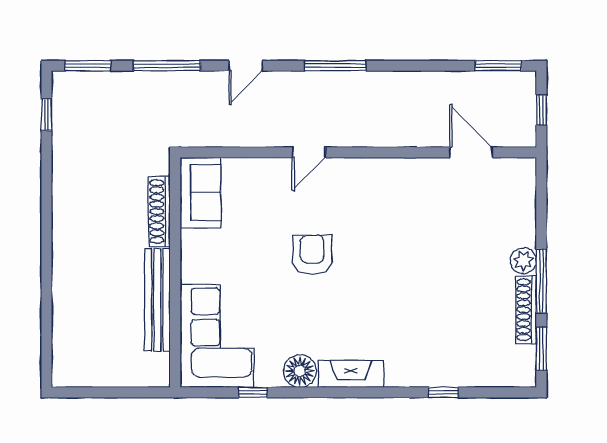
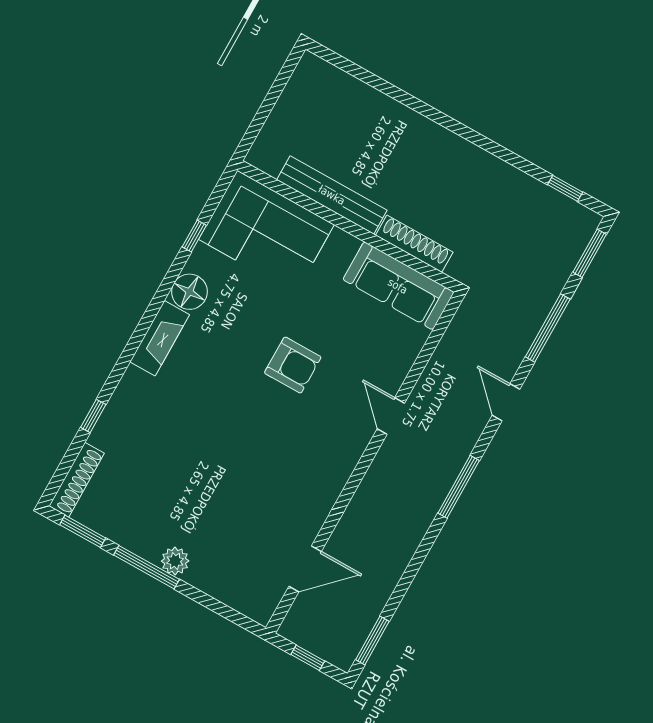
sofa: (200, 192) -> (398, 286), width x1.36
shoe rack: (526, 310) -> (77, 480), moved, turned 90

